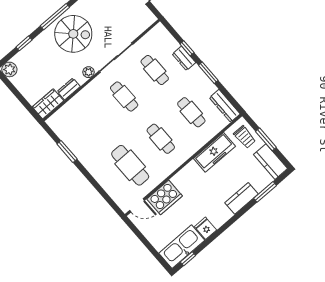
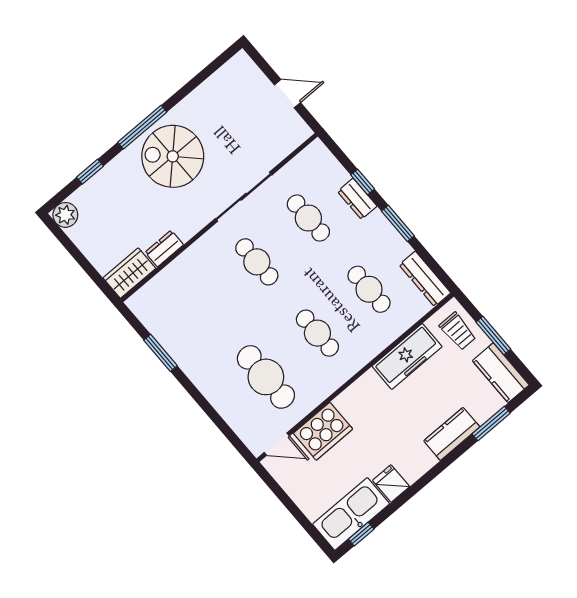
spiral stairs: (73, 34) -> (173, 156), turned 180
plant: (89, 72) -> (198, 221), removed

